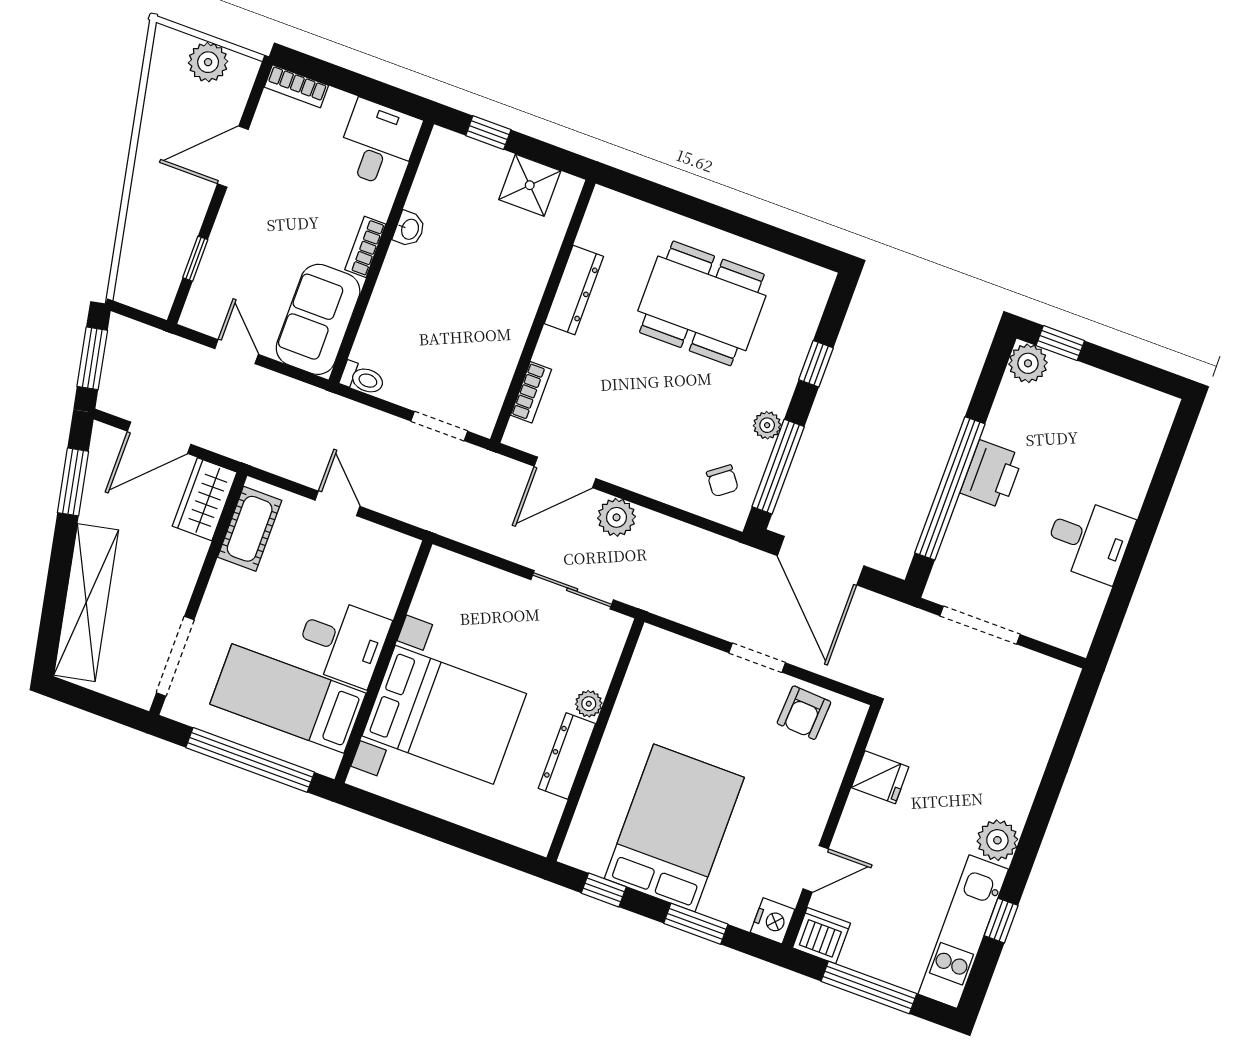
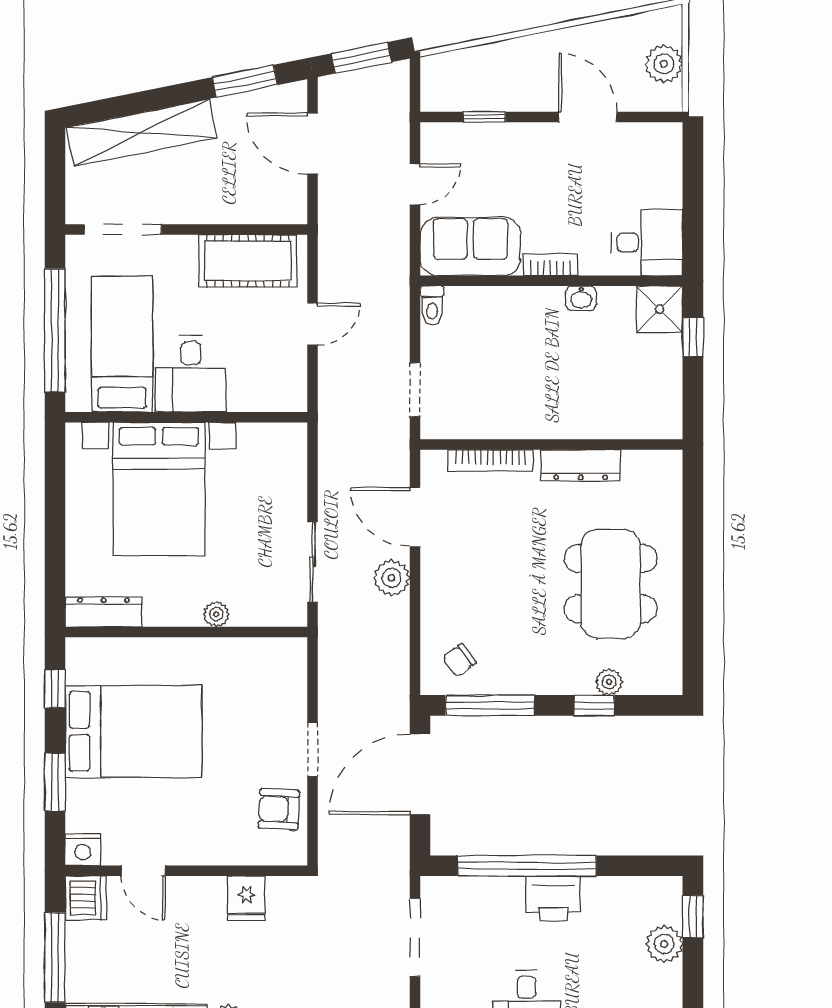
bookcase: (296, 86) -> (671, 151), removed
shower: (530, 185) -> (660, 309), moved
plant: (1028, 363) -> (664, 944), moved
bookcase: (531, 392) -> (491, 460), width x1.56
plant: (767, 425) -> (609, 682), moved
wardrobe: (205, 499) -> (273, 204), removed
cot: (250, 529) -> (248, 261), width x1.37, depth x1.34
dresser: (567, 756) -> (104, 612), moved

